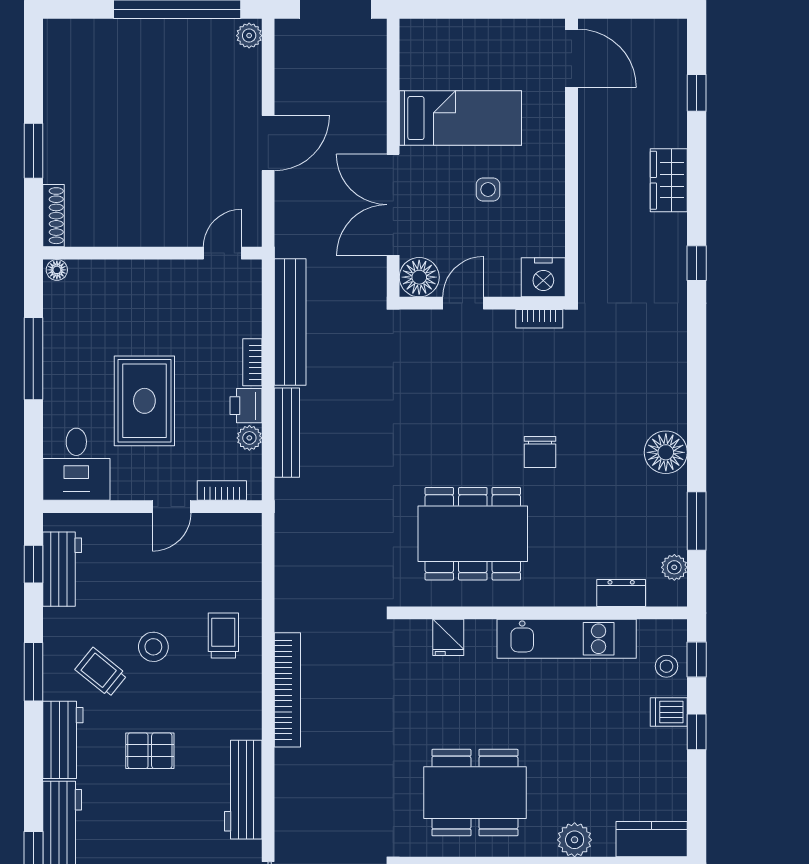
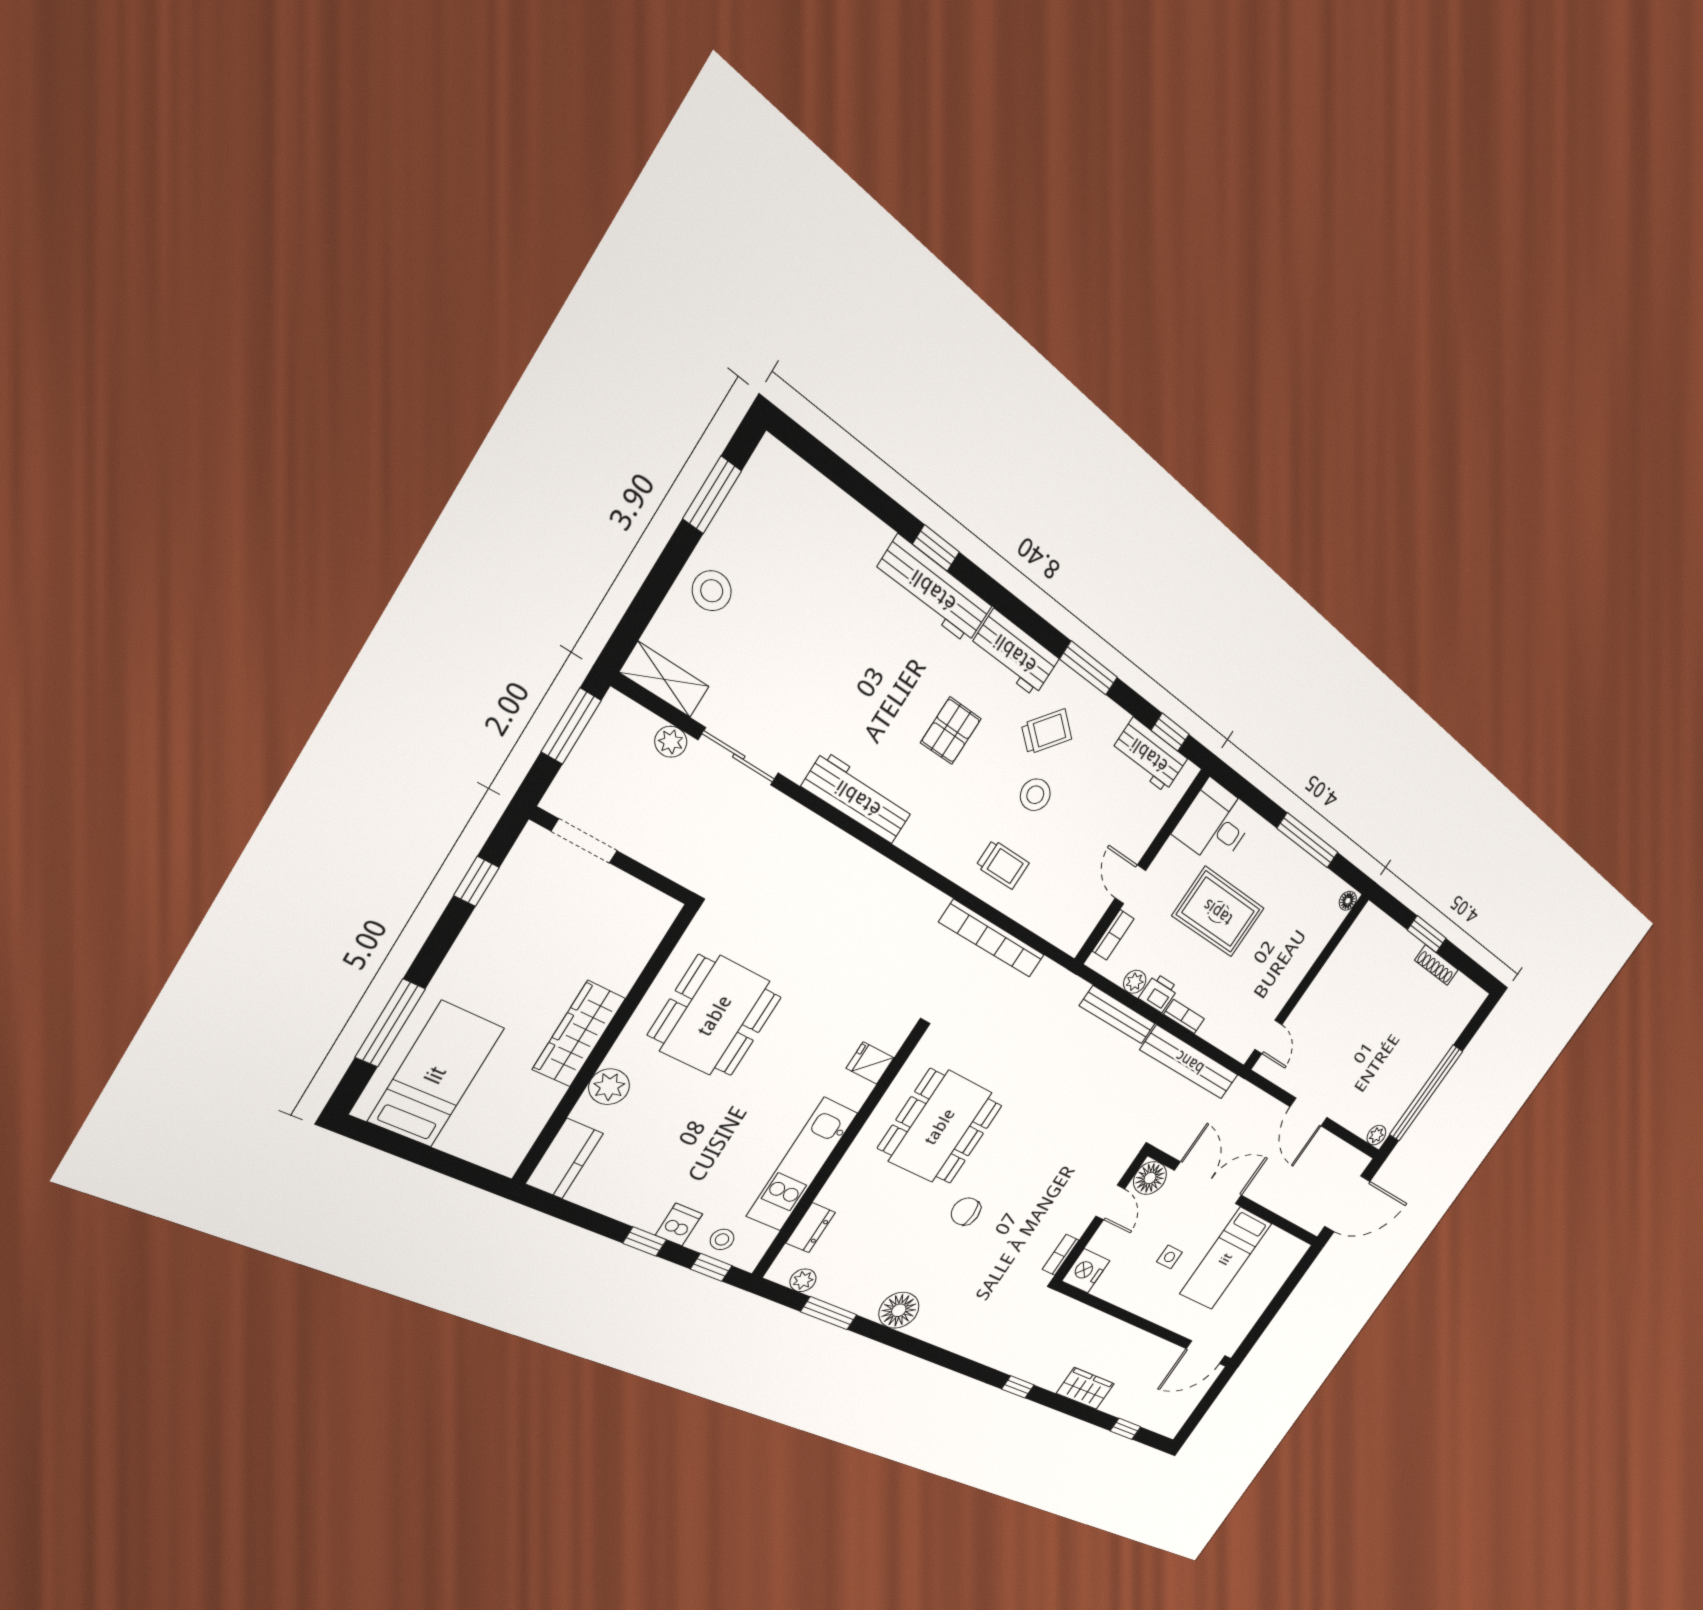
shoe rack: (53, 216) -> (1436, 965), moved
bookcase: (287, 690) -> (992, 939), moved

